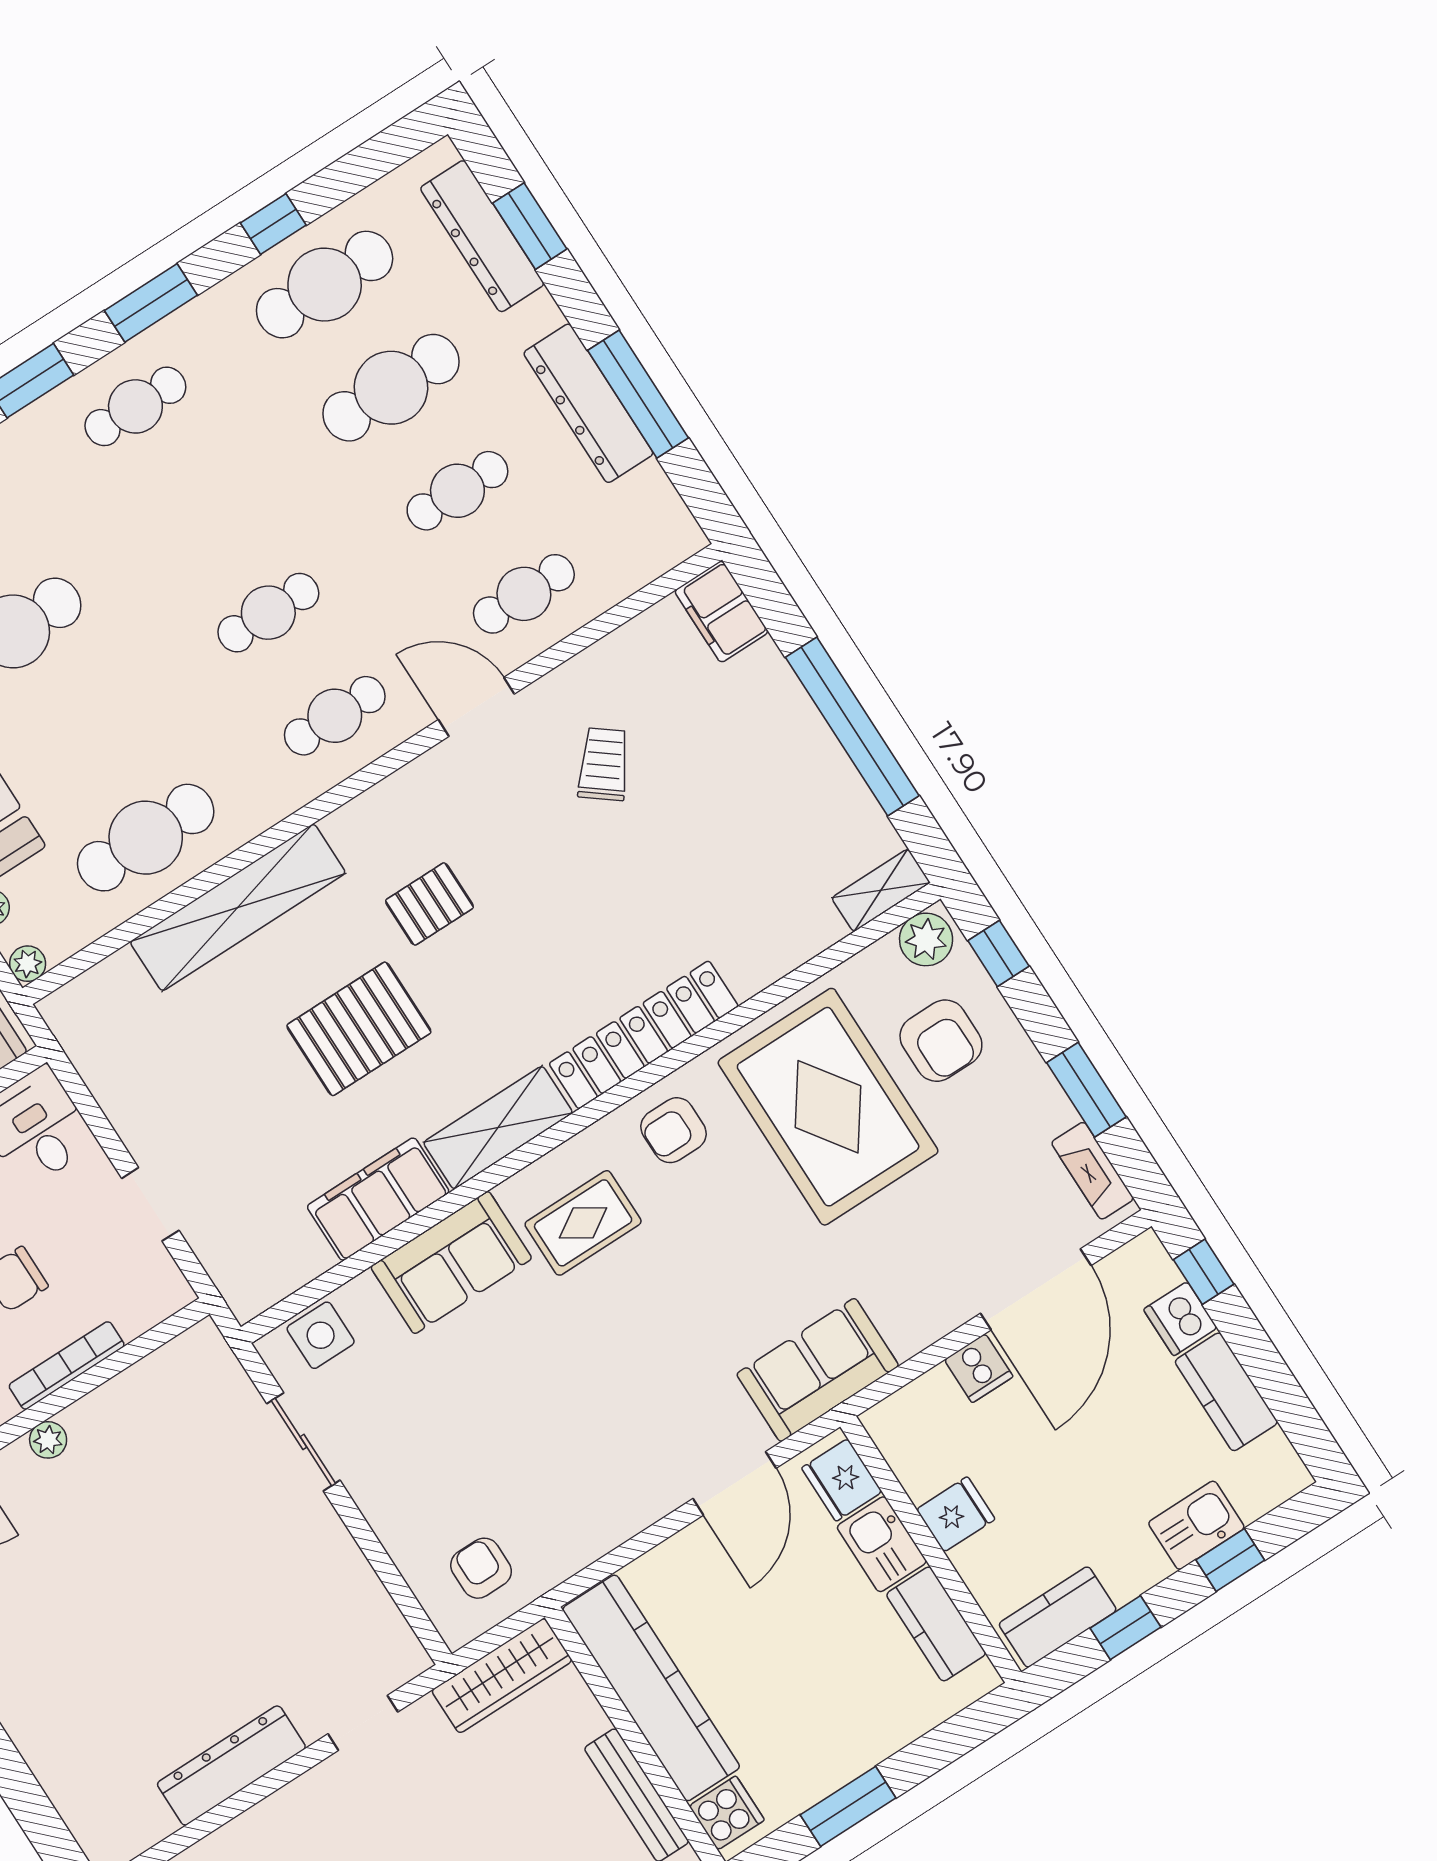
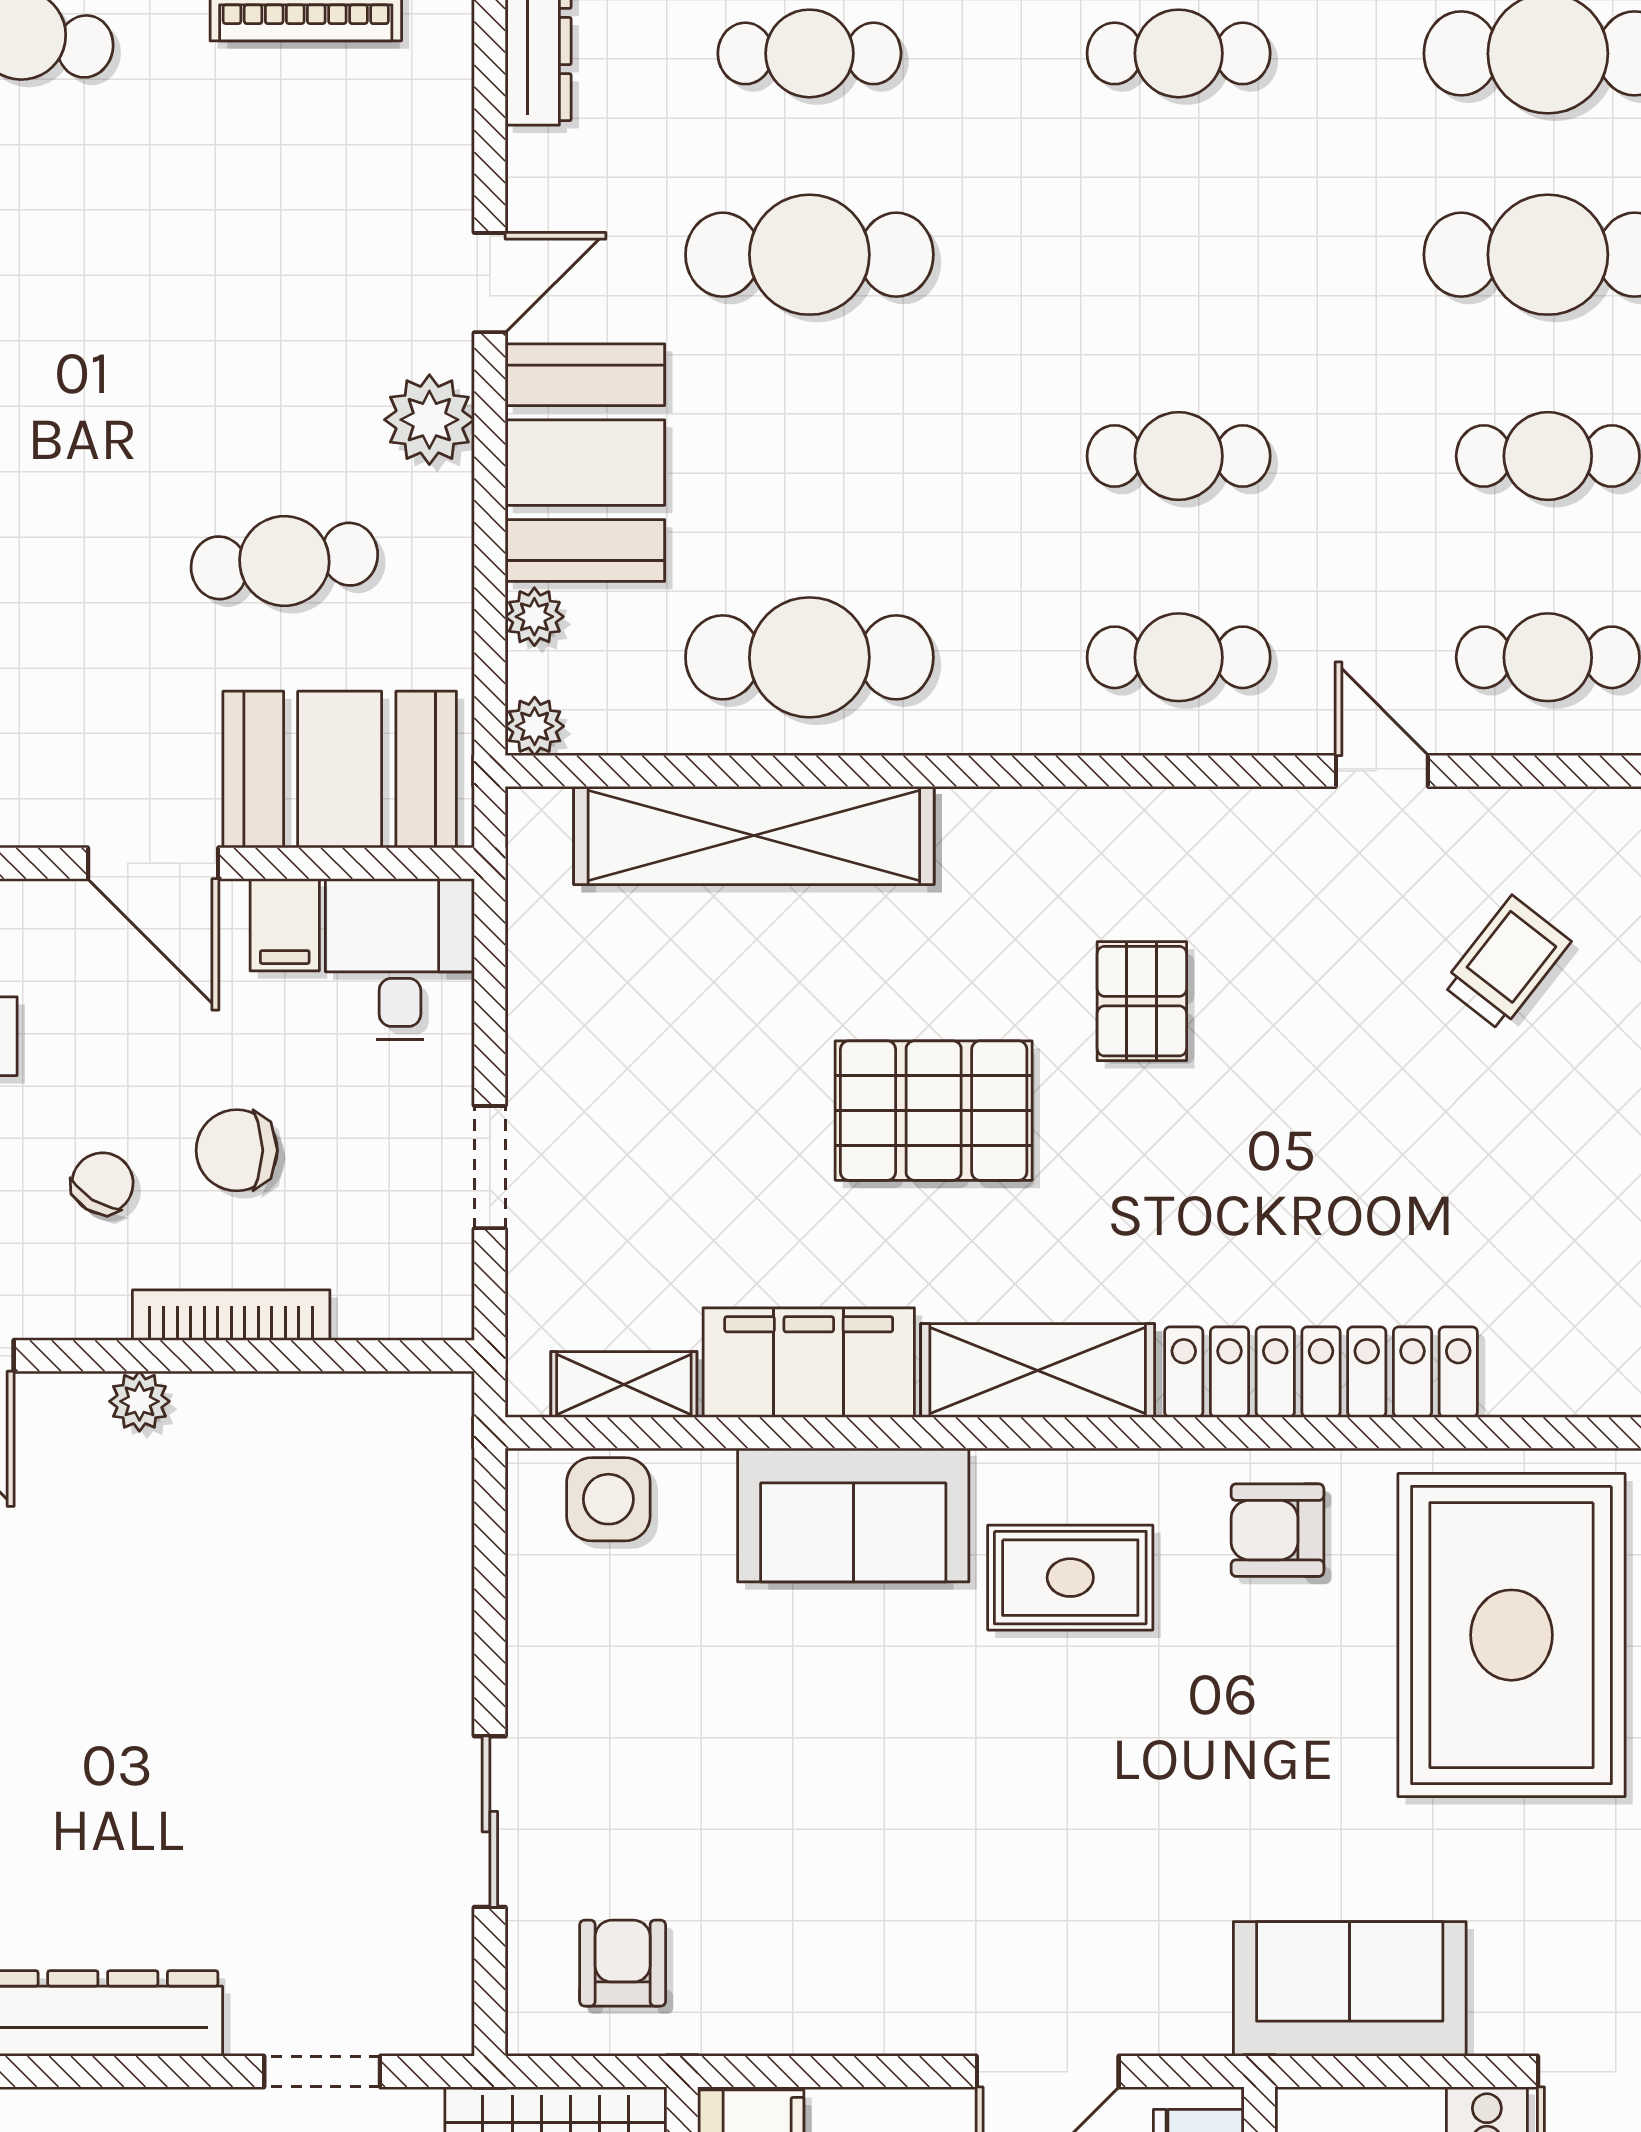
door: (476, 707) -> (1382, 771), width x0.73
pallet: (429, 904) -> (1142, 1001), turned 90
shelving: (238, 907) -> (754, 835), moved
shelving: (291, 1271) -> (624, 1384), added
sofa: (818, 1370) -> (1350, 1989), moved
sliding door: (303, 1442) -> (490, 1822), moved

